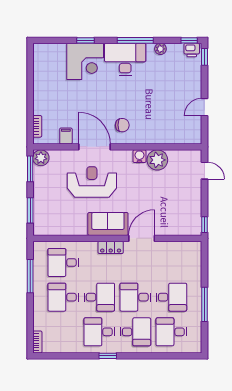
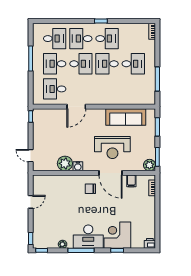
printer: (192, 50) -> (150, 243), moved
sofa: (108, 224) -> (126, 117), moved, width x1.36
locker: (111, 247) -> (99, 100), removed
desk: (63, 262) -> (55, 89), moved, turned 180

